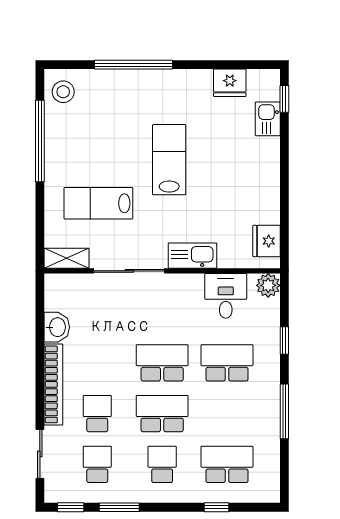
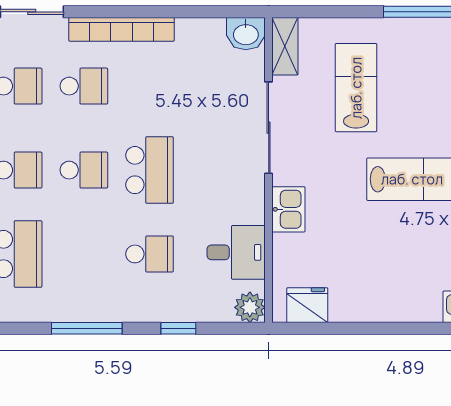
kitchen sink: (192, 256) -> (288, 209), width x0.73
washbasin: (57, 327) -> (246, 34), moved
school desk: (227, 363) -> (150, 254), width x0.54
school desk: (162, 414) -> (84, 170), width x0.54

